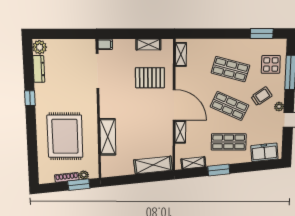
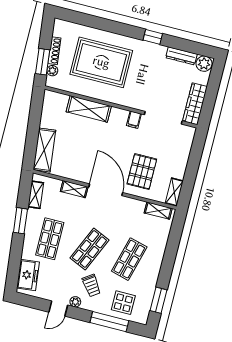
filing cabinet: (105, 44) -> (134, 120), moved
shelving: (148, 44) -> (174, 192), moved
wardrobe: (77, 46) -> (195, 104), added
door: (174, 105) -> (106, 190), swing flipped

